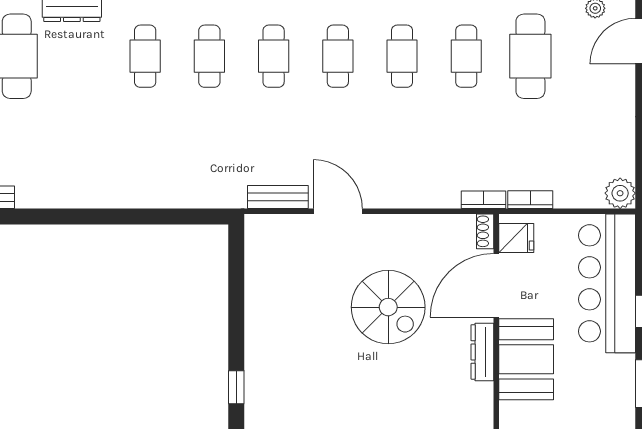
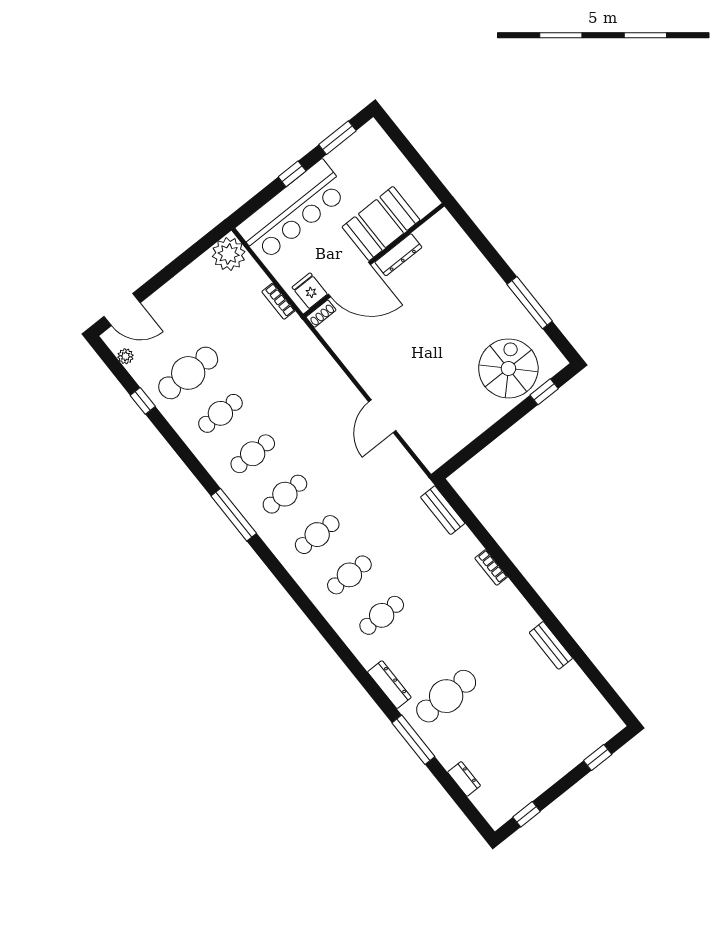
plant: (620, 193) -> (229, 254), width x1.36, depth x1.36
bench: (278, 197) -> (443, 510), moved
bookcase: (484, 200) -> (491, 567), moved
spiral stairs: (388, 307) -> (508, 368), moved

